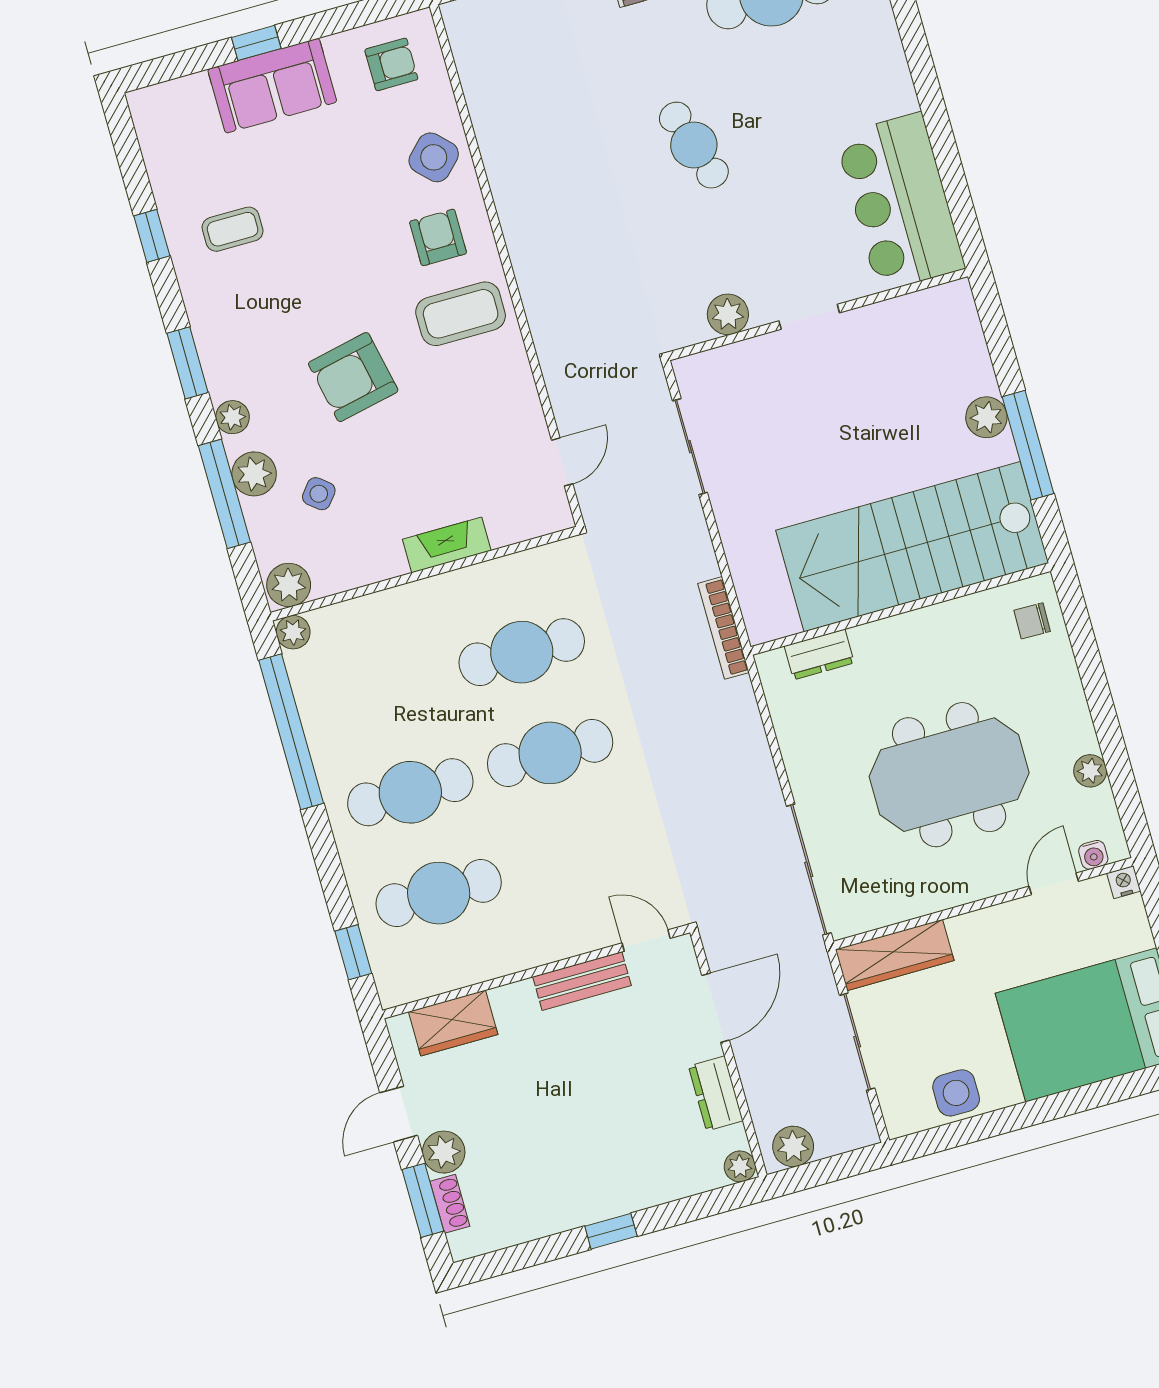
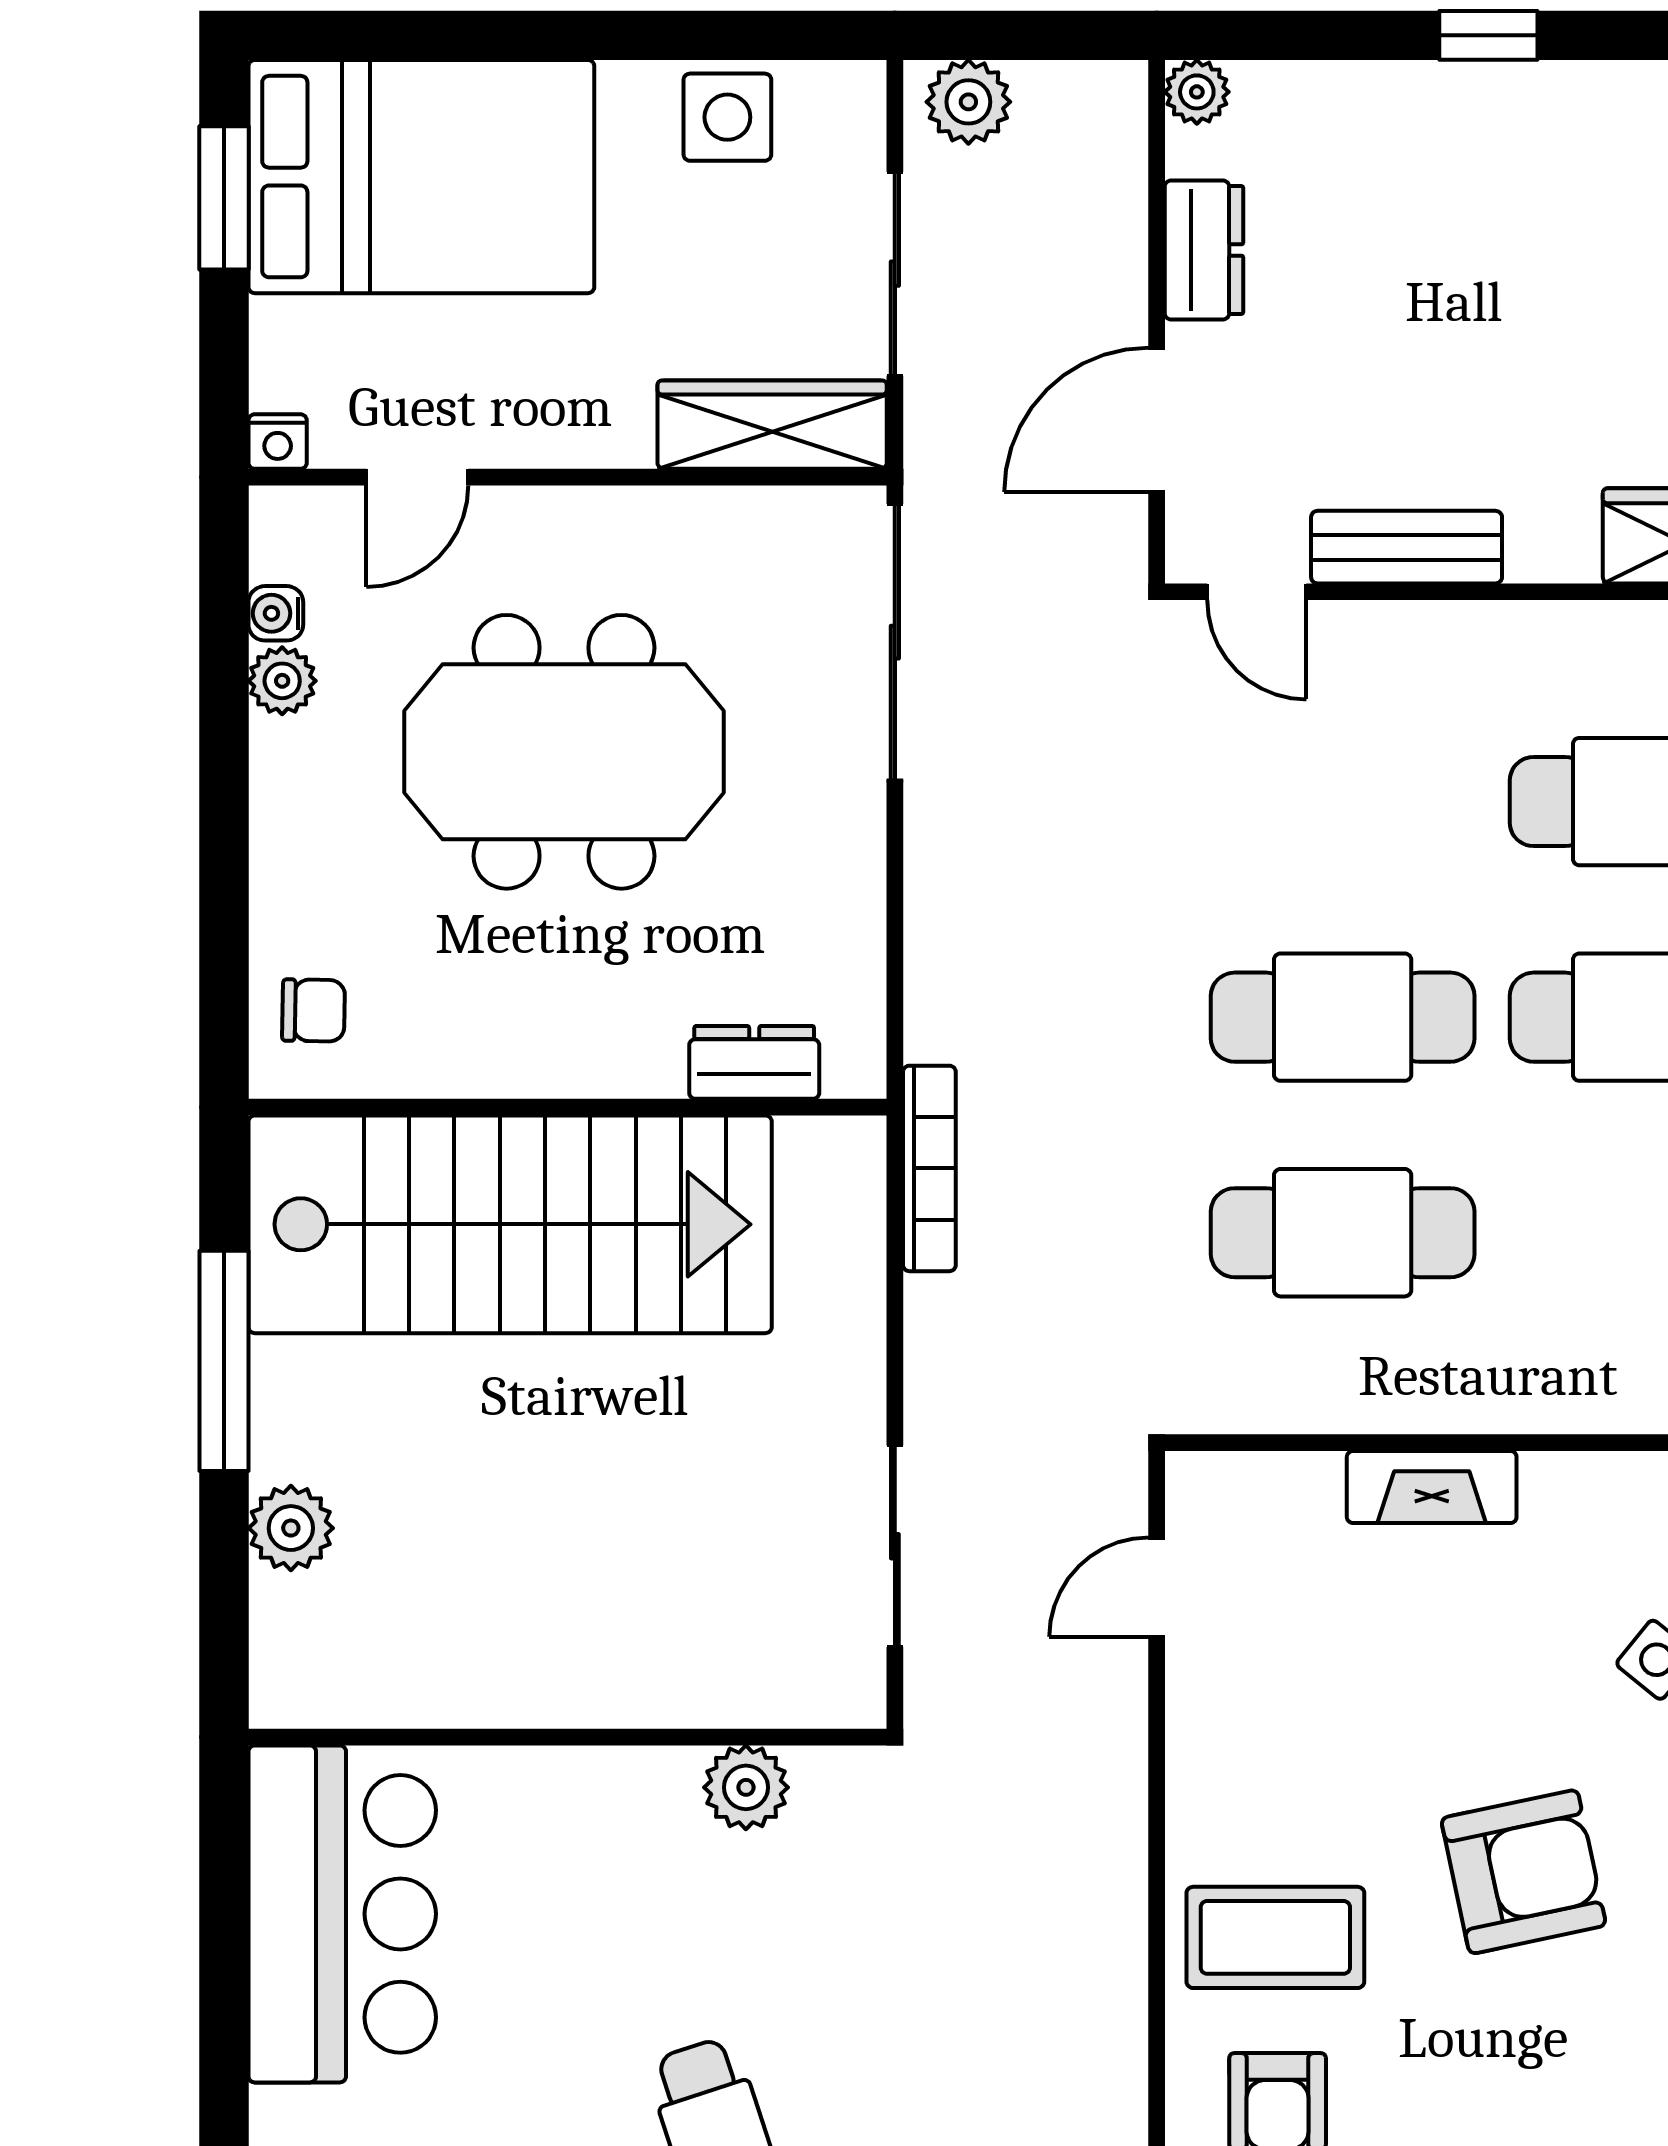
doorway: (809, 317) -> (586, 1737), removed
plant: (986, 417) -> (291, 1528), moved
water cooler: (1093, 855) -> (276, 613), moved, turned -90
plant: (793, 1146) -> (968, 102), moved

